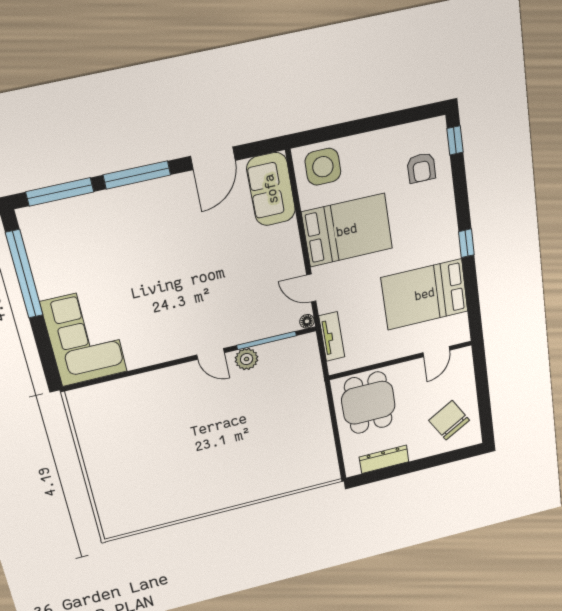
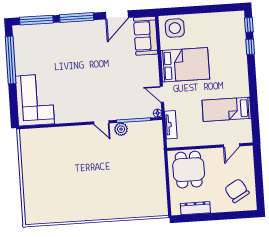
armchair: (421, 168) -> (229, 37), removed
window: (466, 243) -> (250, 47), moved
bed: (425, 294) -> (227, 109), width x0.67

